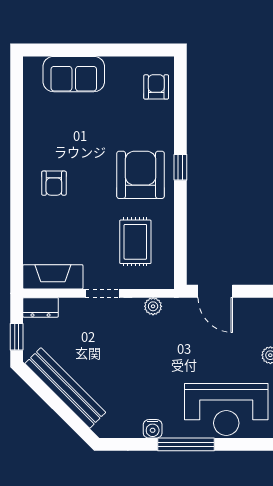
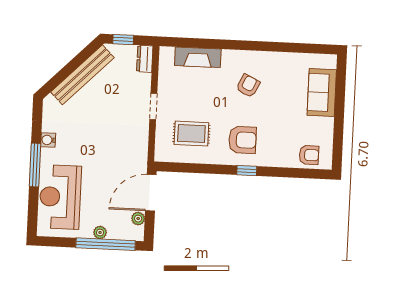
armchair: (141, 175) -> (242, 140), width x0.73, depth x0.73
armchair: (54, 183) -> (248, 86), moved, turned 116
fireplace: (53, 277) -> (198, 57), moved, turned 90
door: (215, 291) -> (151, 193), width x1.36
plant: (153, 306) -> (138, 219), moved

